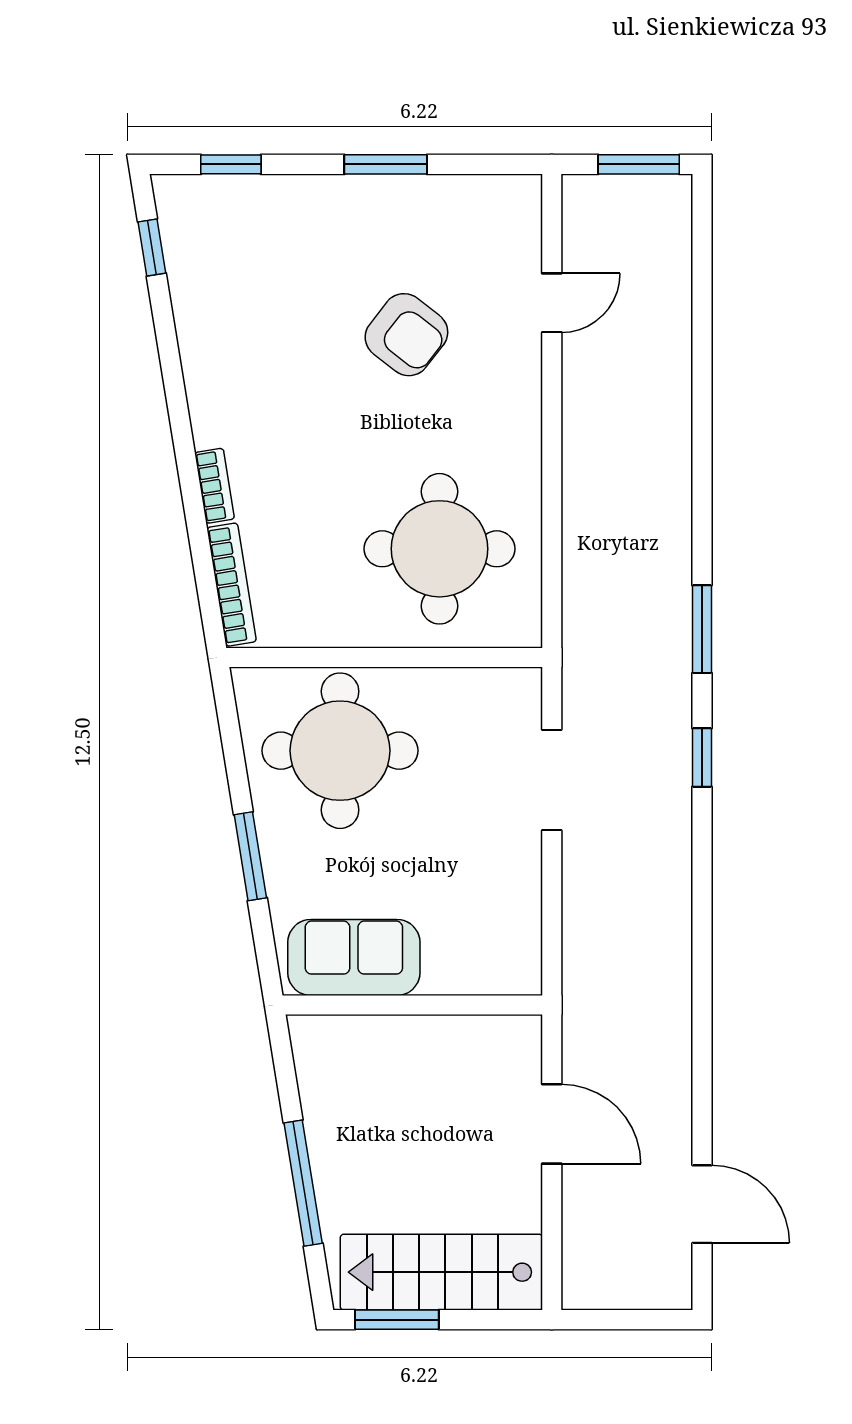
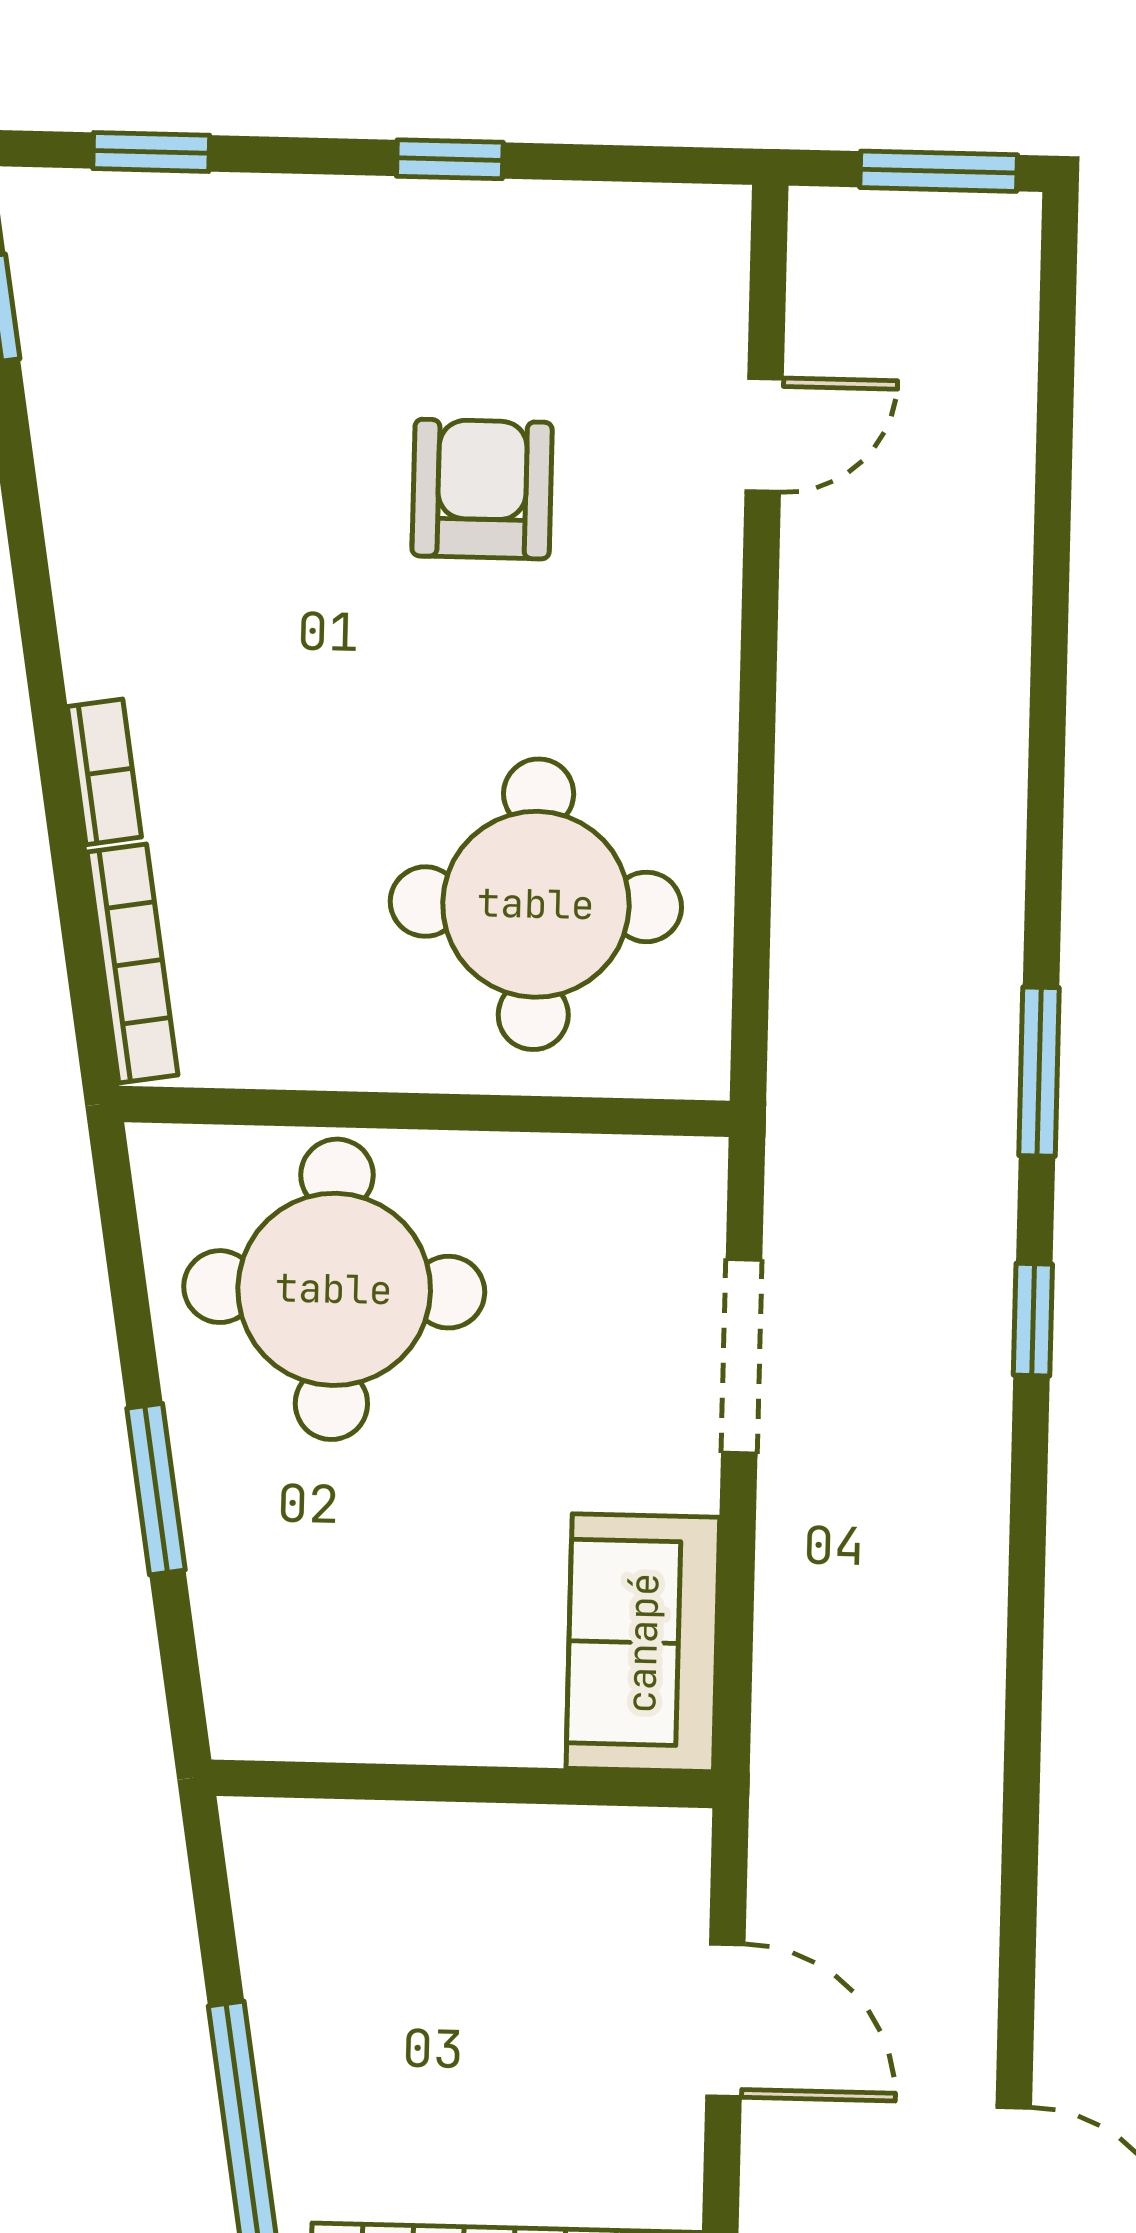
window: (386, 164) -> (450, 159), width x0.67
armchair: (406, 335) -> (482, 489), turned -128
sofa: (354, 957) -> (643, 1643), moved, turned -90

